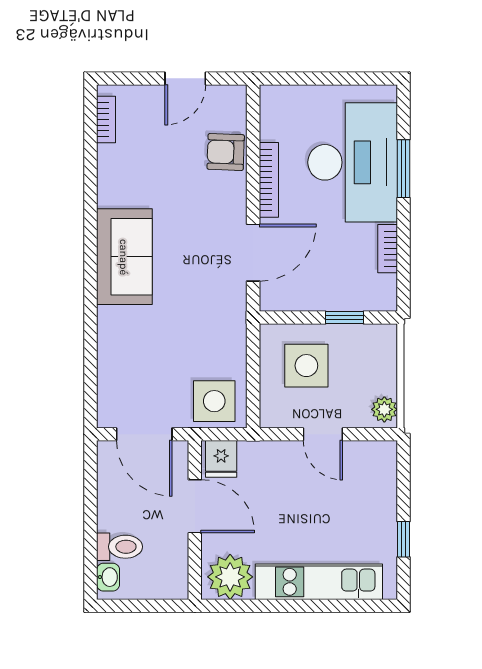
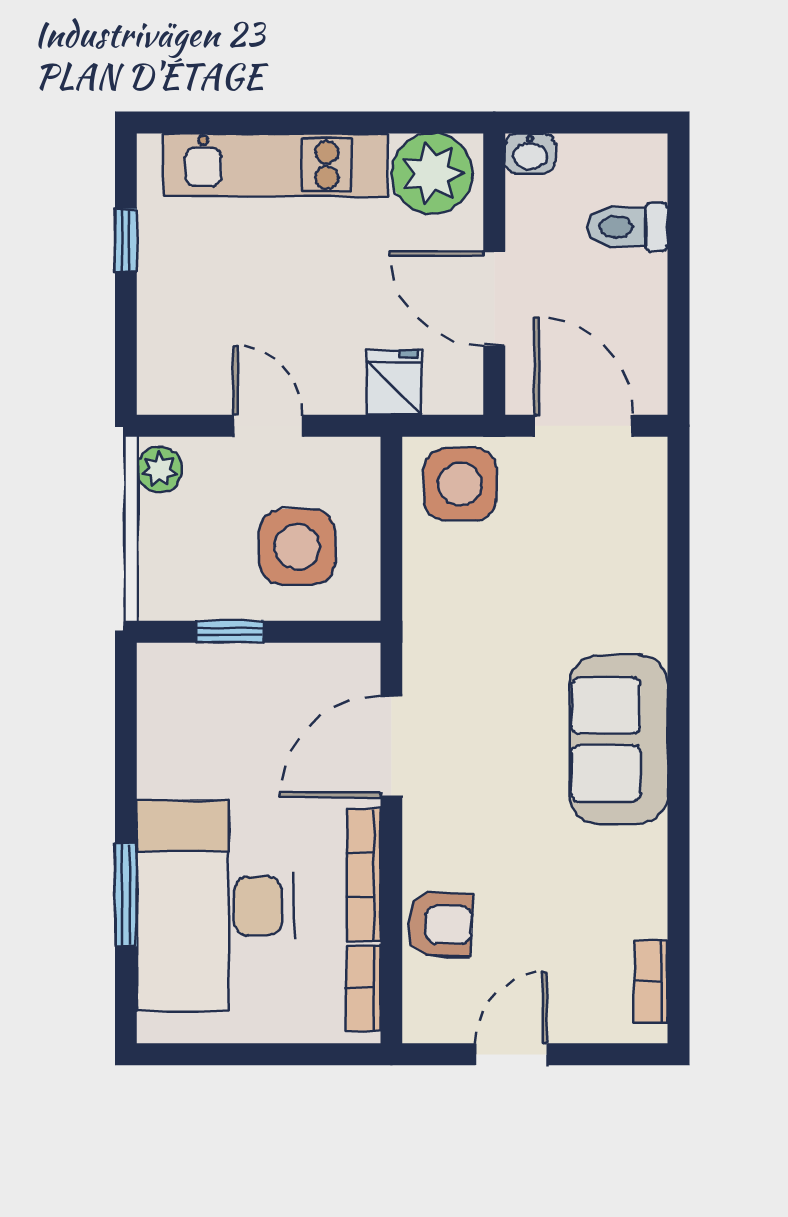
bookcase: (388, 249) -> (363, 988), moved, turned 180
fridge: (221, 459) -> (394, 382), moved
washbasin: (108, 577) -> (530, 153), moved, turned -90

